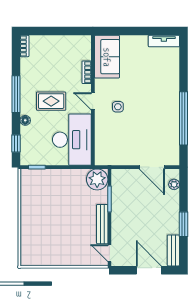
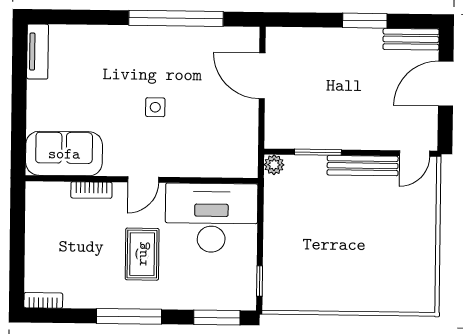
side table: (118, 107) -> (155, 107), moved
floor lamp: (25, 120) -> (176, 301), removed
window: (16, 143) -> (217, 318), width x1.50
door: (152, 167) -> (262, 76), swing flipped
plant: (97, 179) -> (274, 165), width x0.53, depth x0.53
plant: (174, 184) -> (293, 37), removed

